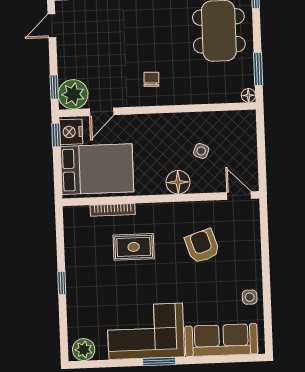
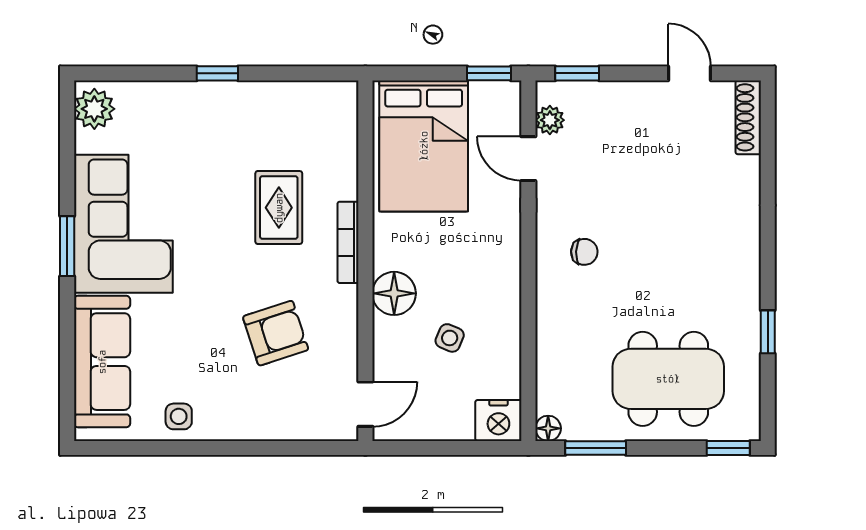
plant: (73, 94) -> (550, 120), width x0.53, depth x0.53
nightstand: (71, 132) -> (498, 420), moved, turned 180
bookcase: (113, 210) -> (348, 242), moved

